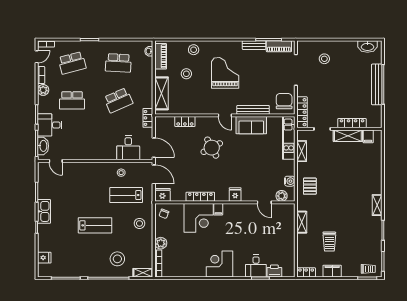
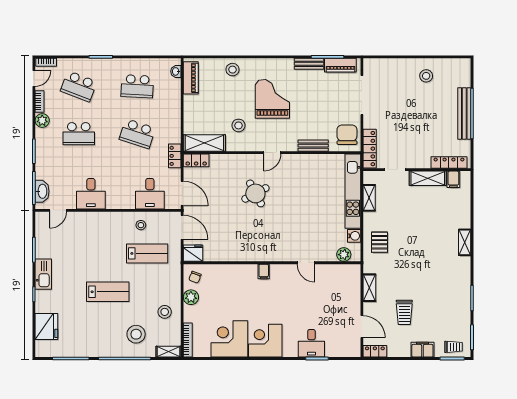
washbasin: (367, 47) -> (453, 66), removed
stool: (324, 59) -> (426, 76), moved
school desk: (72, 63) -> (79, 86), turned 36
stool: (186, 74) -> (239, 125), moved
shelving: (161, 93) -> (204, 143), moved, turned 90
school desk: (118, 100) -> (137, 134), turned 42
bench: (253, 110) -> (313, 146), width x0.73
door: (225, 115) -> (272, 153), hinge flipped
locker: (185, 121) -> (196, 160), moved
locker: (352, 123) -> (449, 162), moved
desk: (50, 125) -> (91, 194), moved, turned -90
sofa: (251, 125) -> (306, 165), removed
kitchen unit: (289, 138) -> (353, 191), width x1.36
door: (56, 161) -> (58, 210), hinge flipped
lab bench: (126, 195) -> (147, 253), turned 180
fridge: (235, 195) -> (285, 253), removed
locker: (200, 197) -> (241, 256), removed
door: (264, 202) -> (306, 263), moved
shelving: (377, 205) -> (465, 242), moved
corner desk: (199, 218) -> (229, 339), moved, turned 180
stool: (139, 223) -> (165, 312), moved
plant: (161, 243) -> (191, 297), moved
door: (296, 253) -> (362, 327), added
fridge: (44, 258) -> (46, 327), width x1.88, depth x1.34
printer: (274, 271) -> (335, 350), removed
filing cabinet: (332, 271) -> (422, 350), moved

